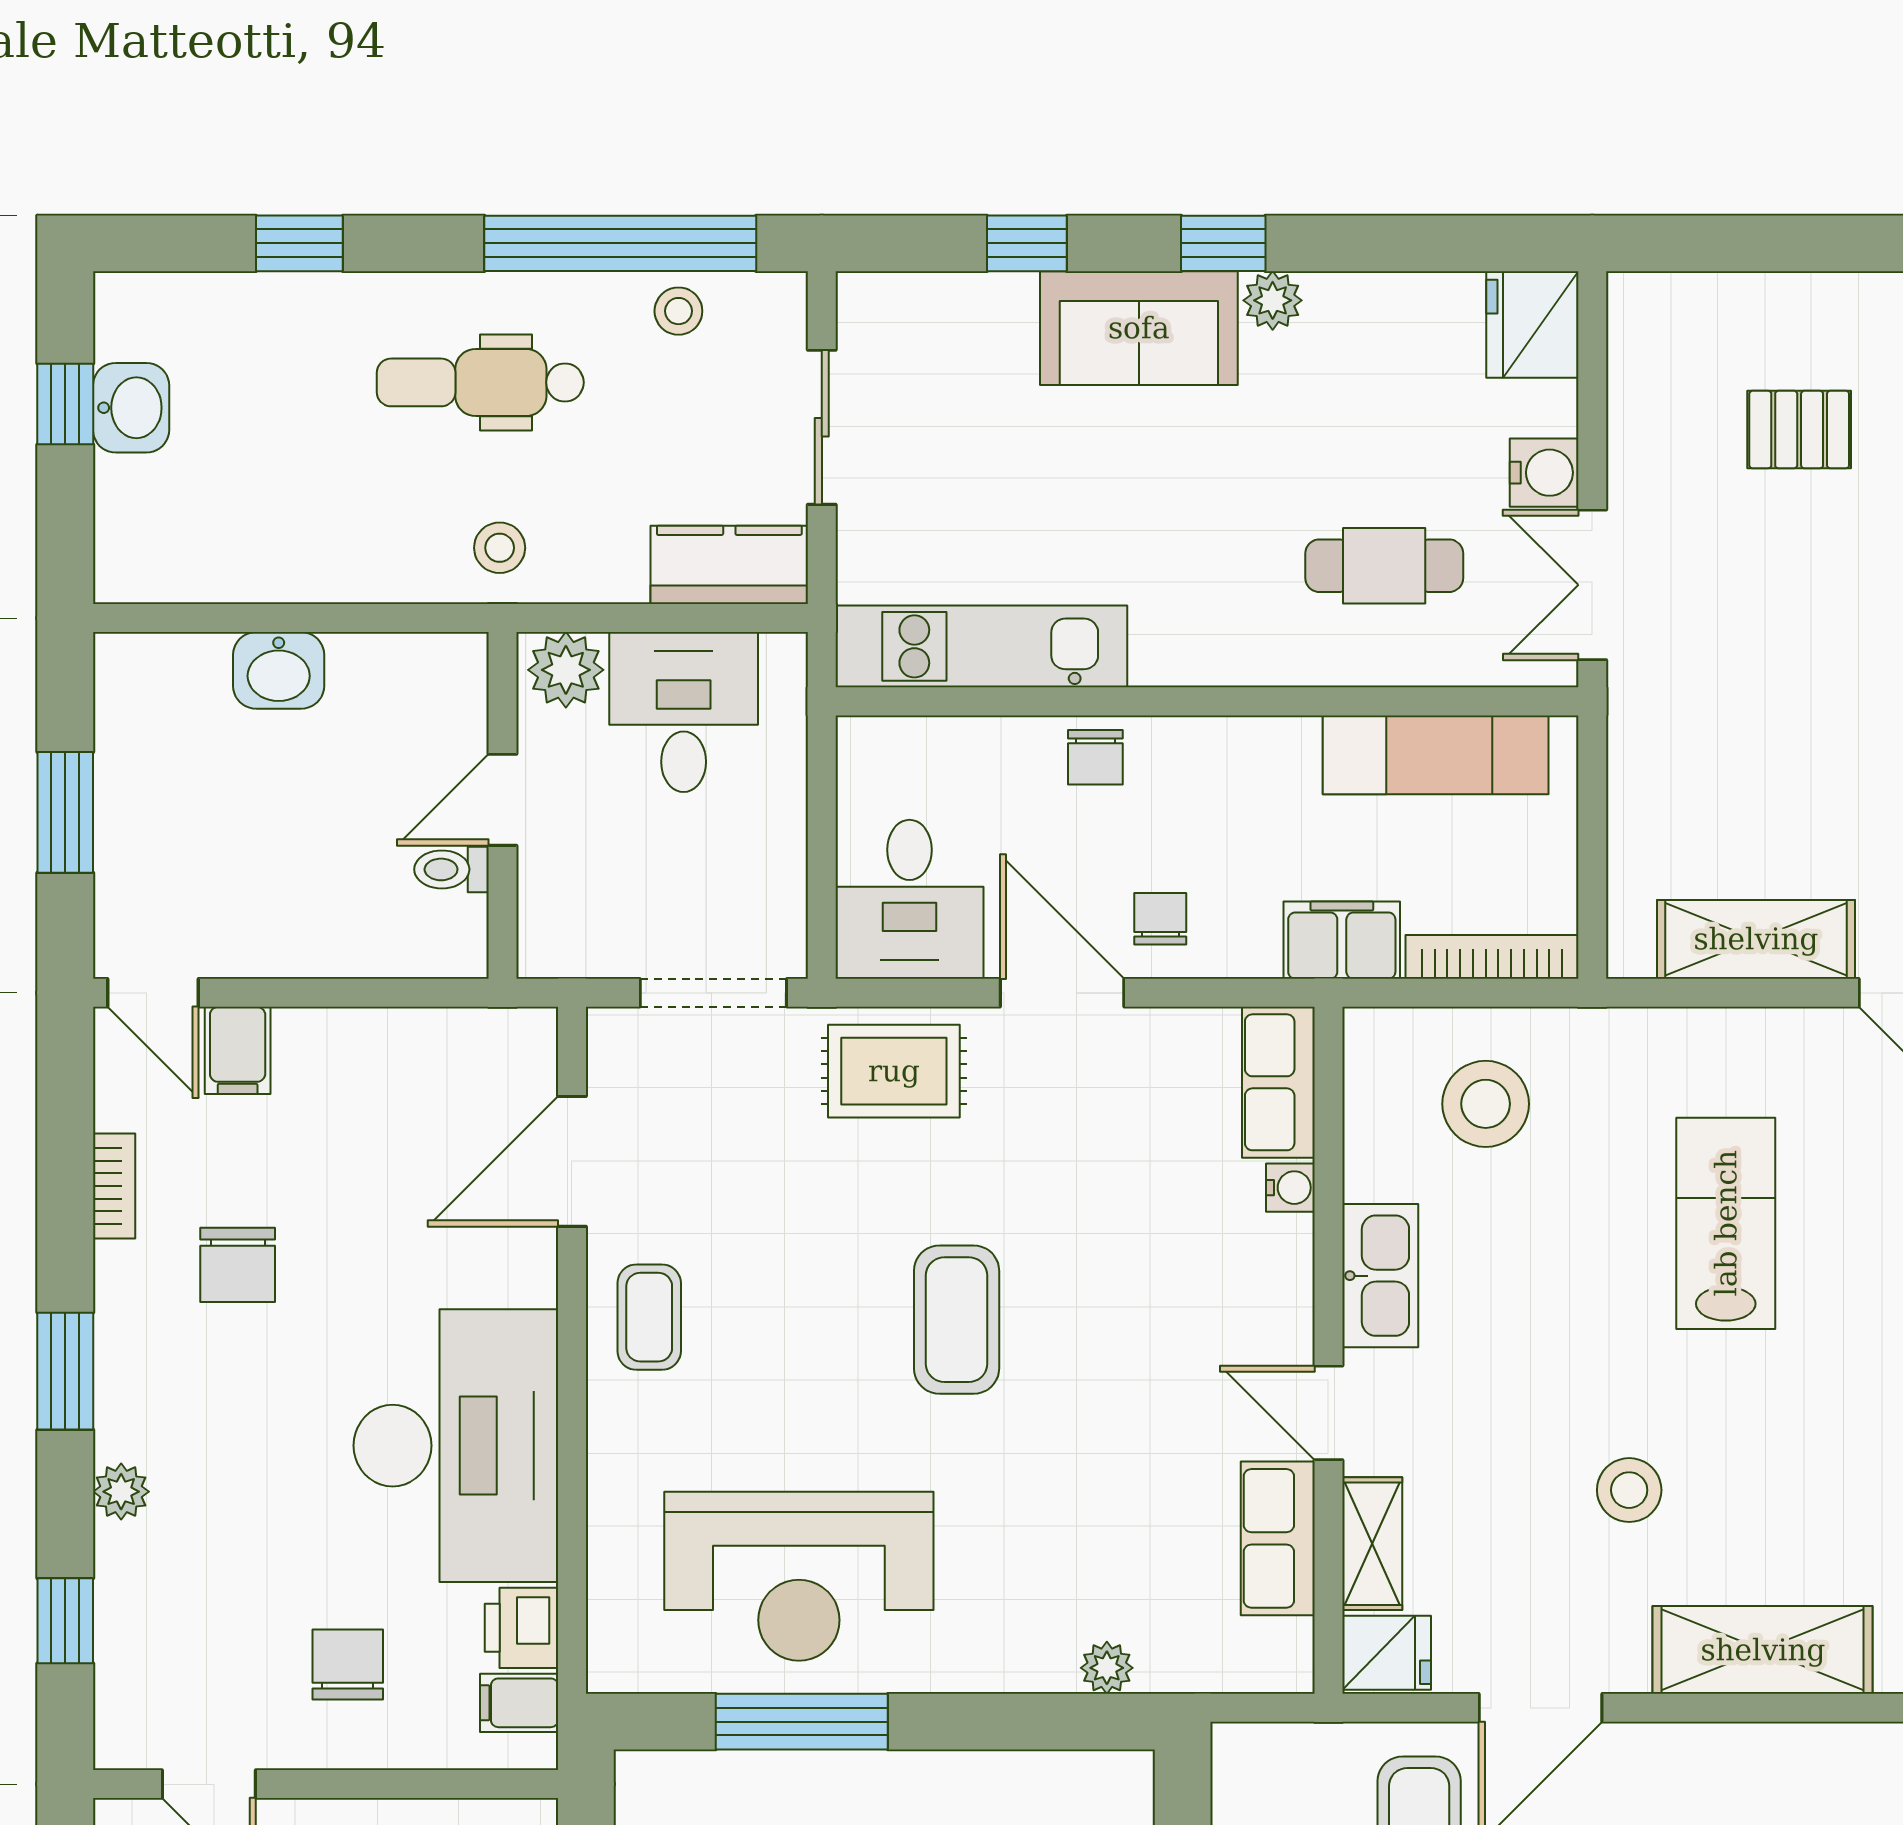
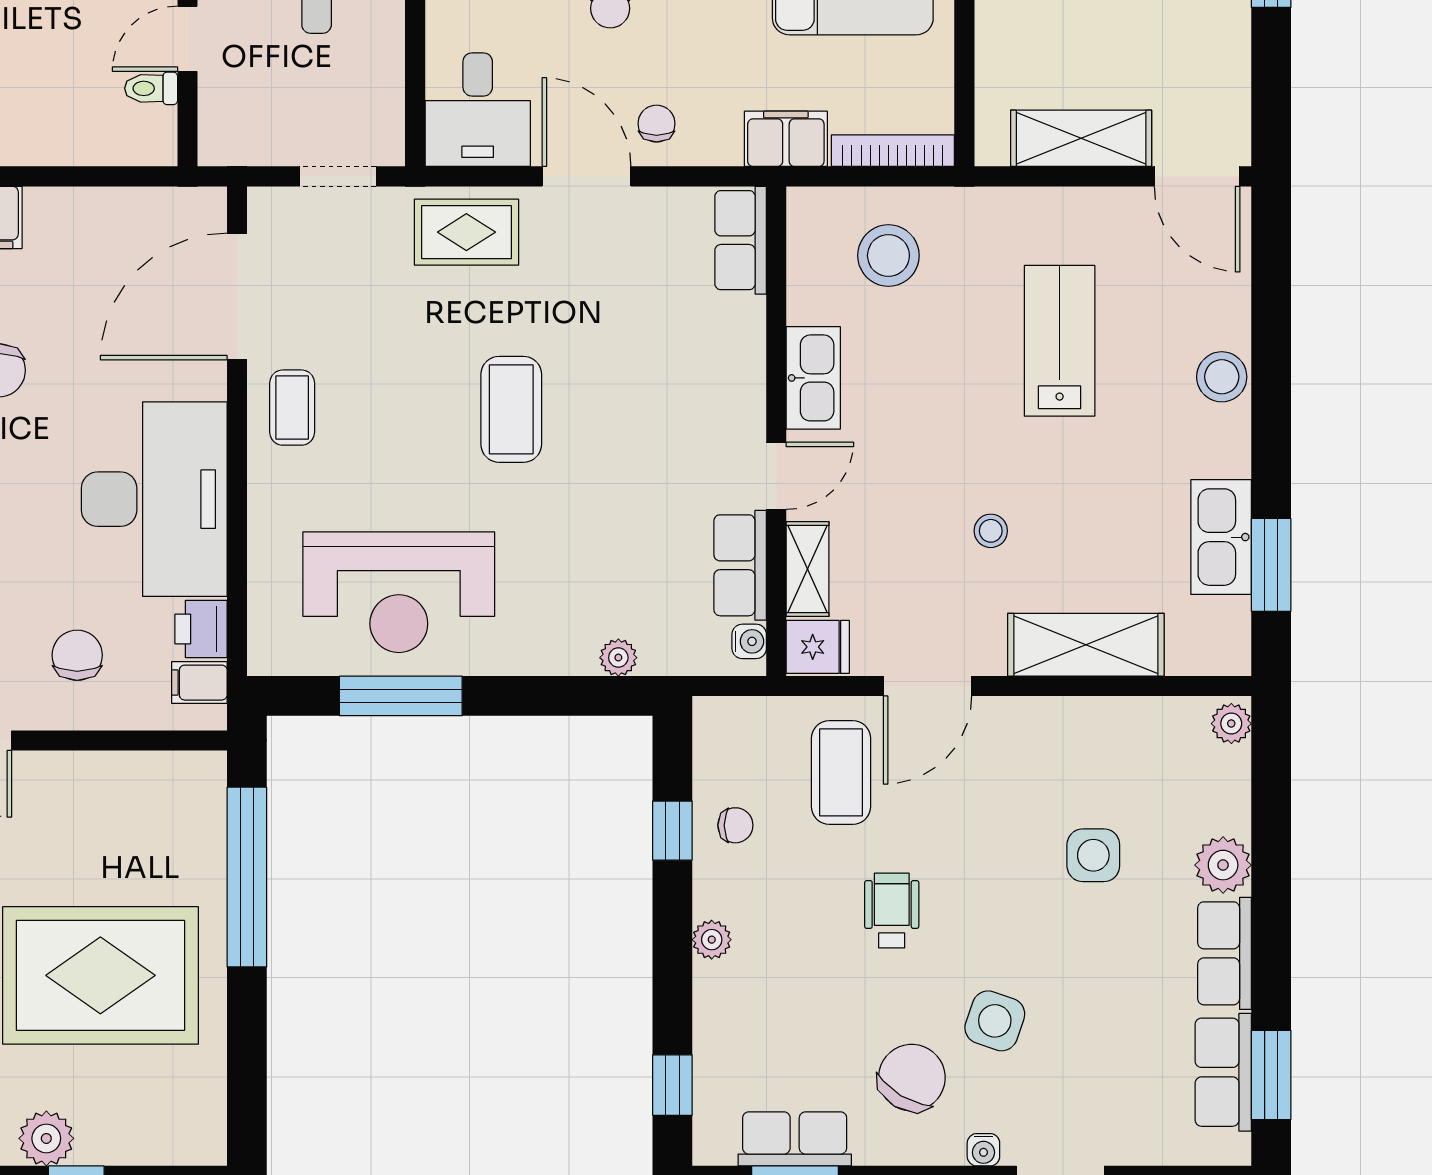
doorway: (713, 993) -> (338, 176), width x0.73
door: (572, 1161) -> (237, 296), width x1.36
water cooler: (1290, 1188) -> (749, 641), moved
door: (1328, 1413) -> (776, 476), swing flipped
stool: (1629, 1490) -> (991, 531), width x0.73, depth x0.73

